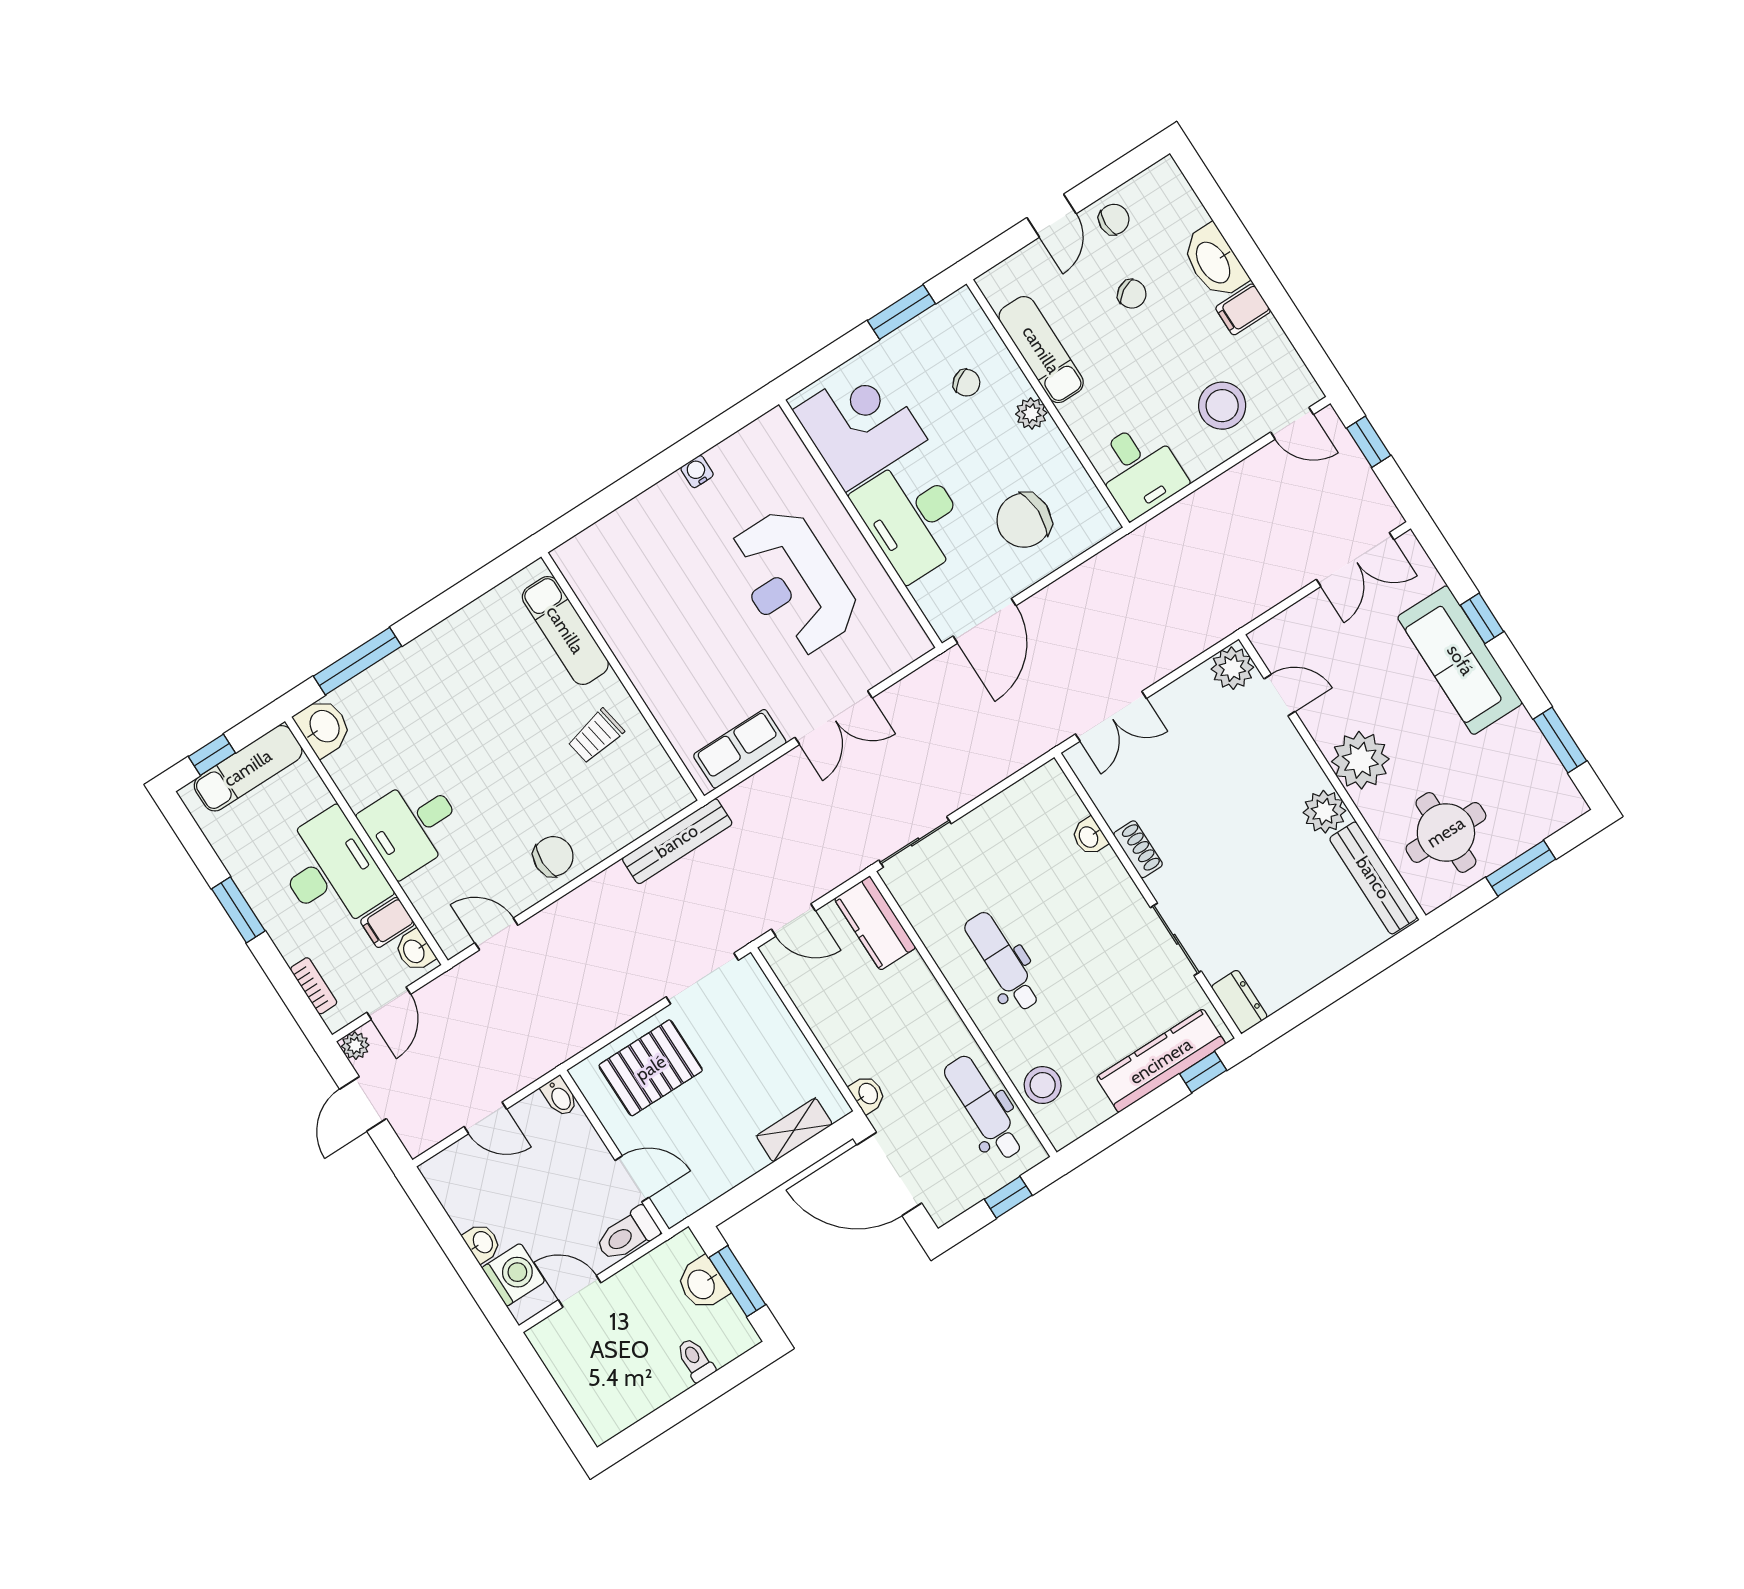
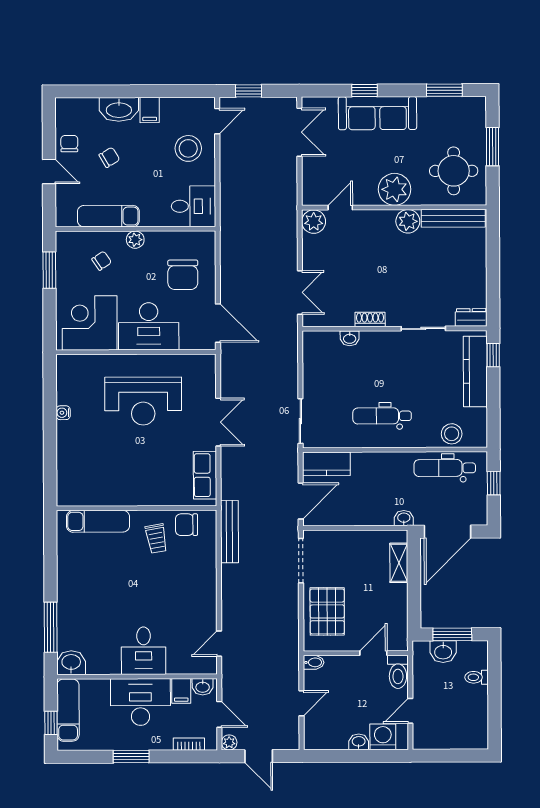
chair: (553, 856) -> (186, 525), moved, turned -90
door: (793, 920) -> (301, 501), width x1.38

